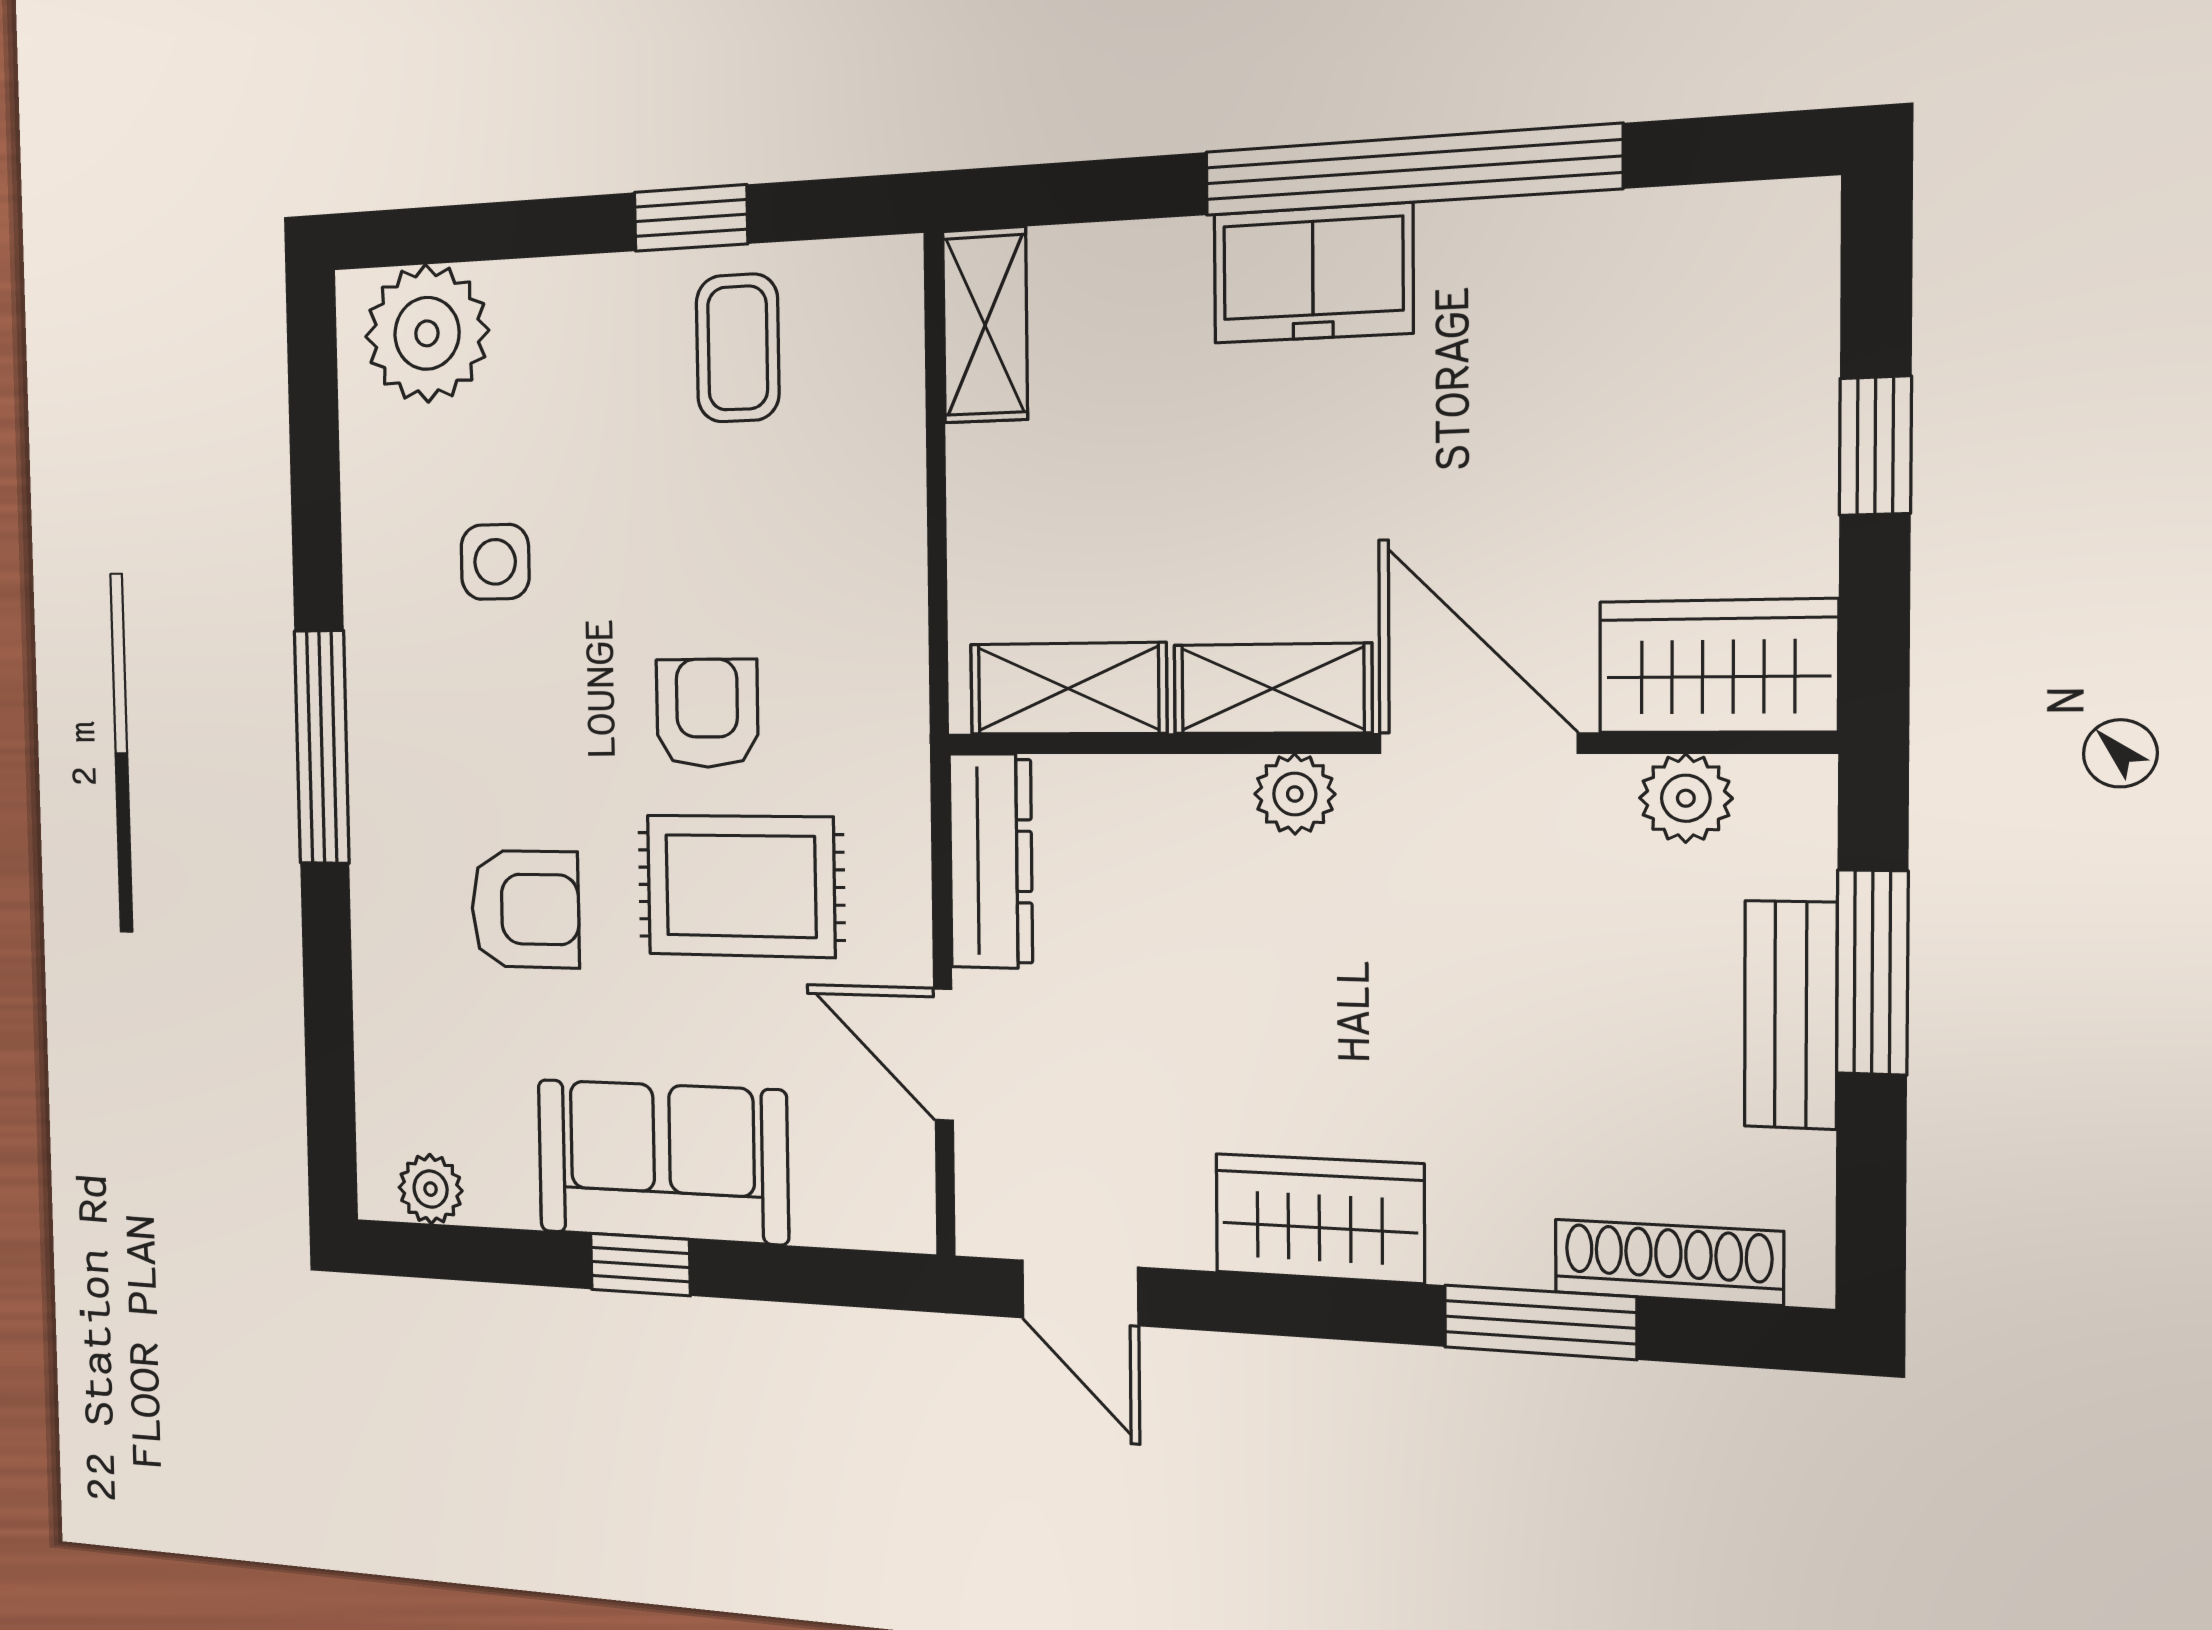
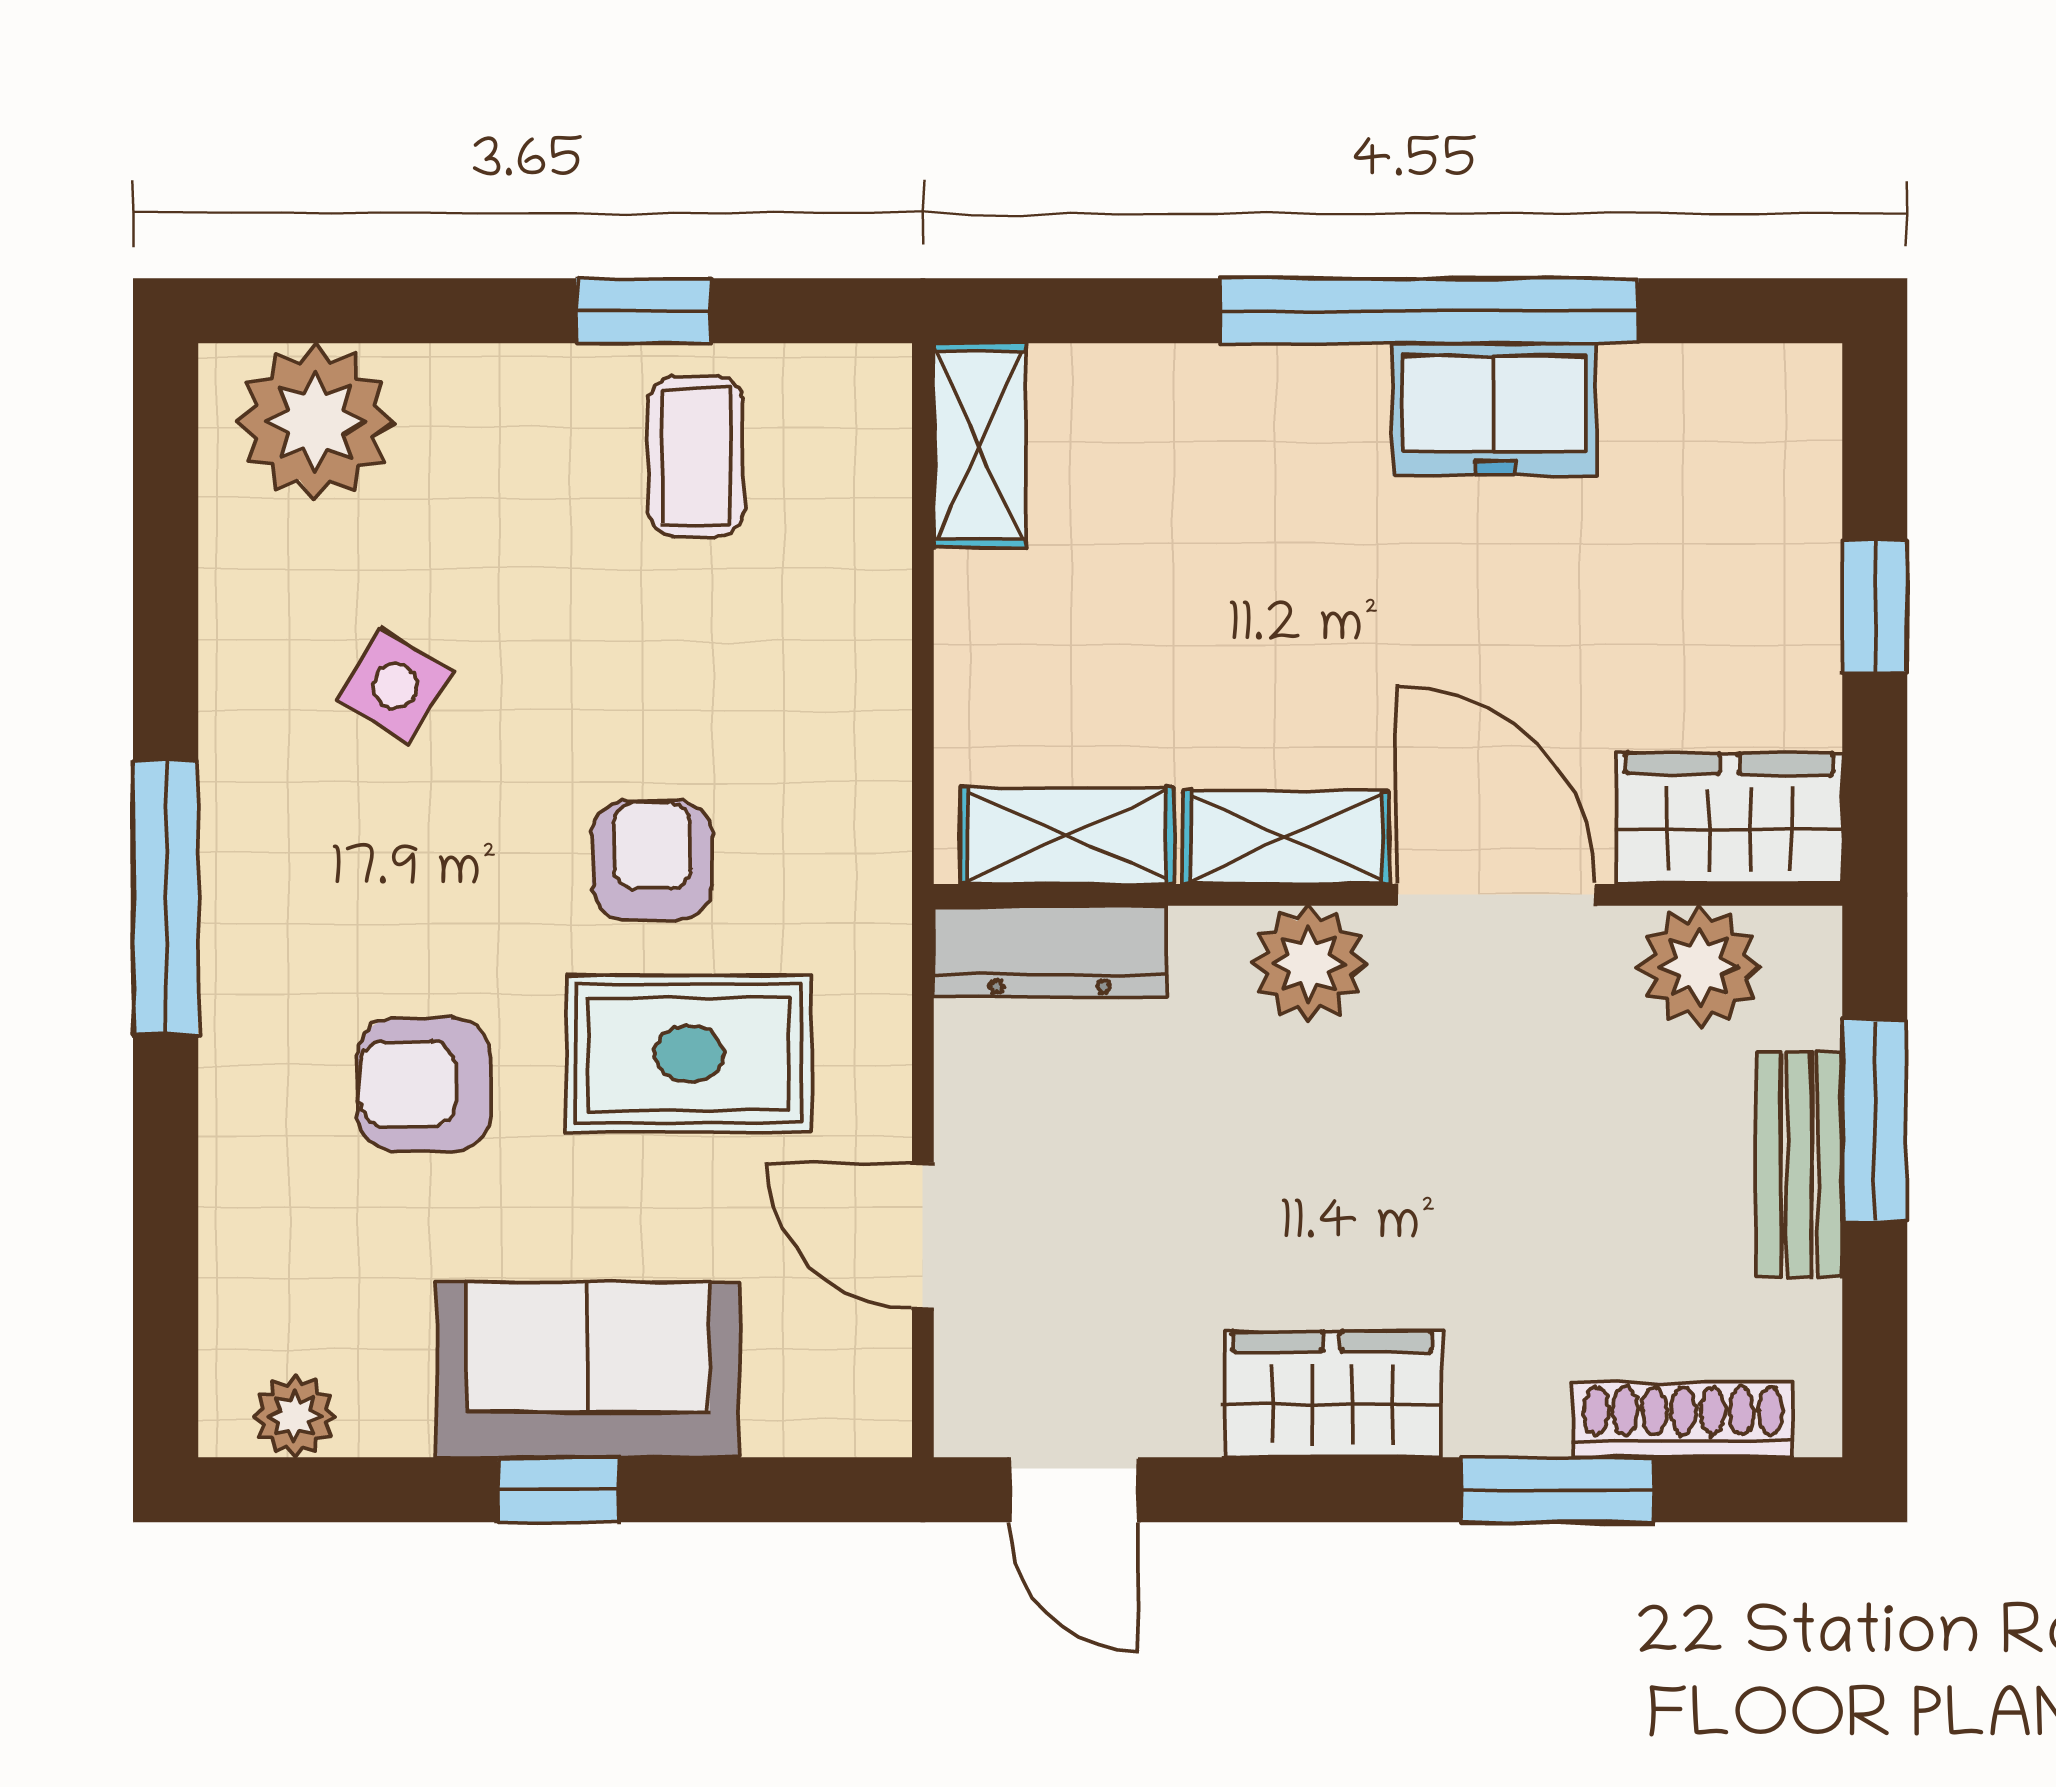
freezer: (1313, 273) -> (1495, 410), moved
side table: (495, 562) -> (395, 686), turned 31
plant: (1295, 794) -> (1309, 963), width x1.38, depth x1.38
plant: (1686, 798) -> (1699, 967), width x1.38, depth x1.38
dresser: (991, 861) -> (1050, 951), moved, turned 90
armchair: (525, 909) -> (424, 1085), turned 180

